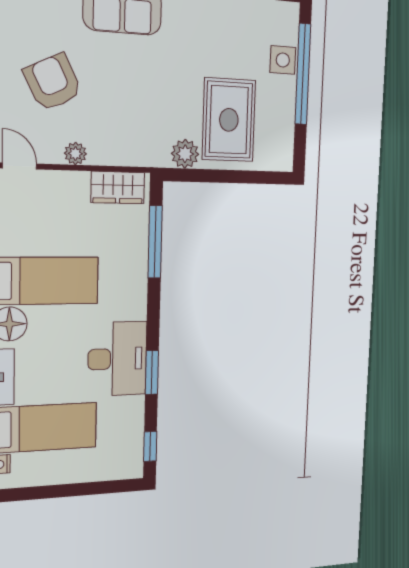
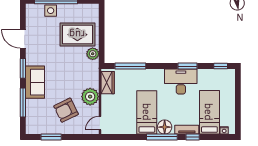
plant: (75, 154) -> (90, 97), width x1.87, depth x1.87

